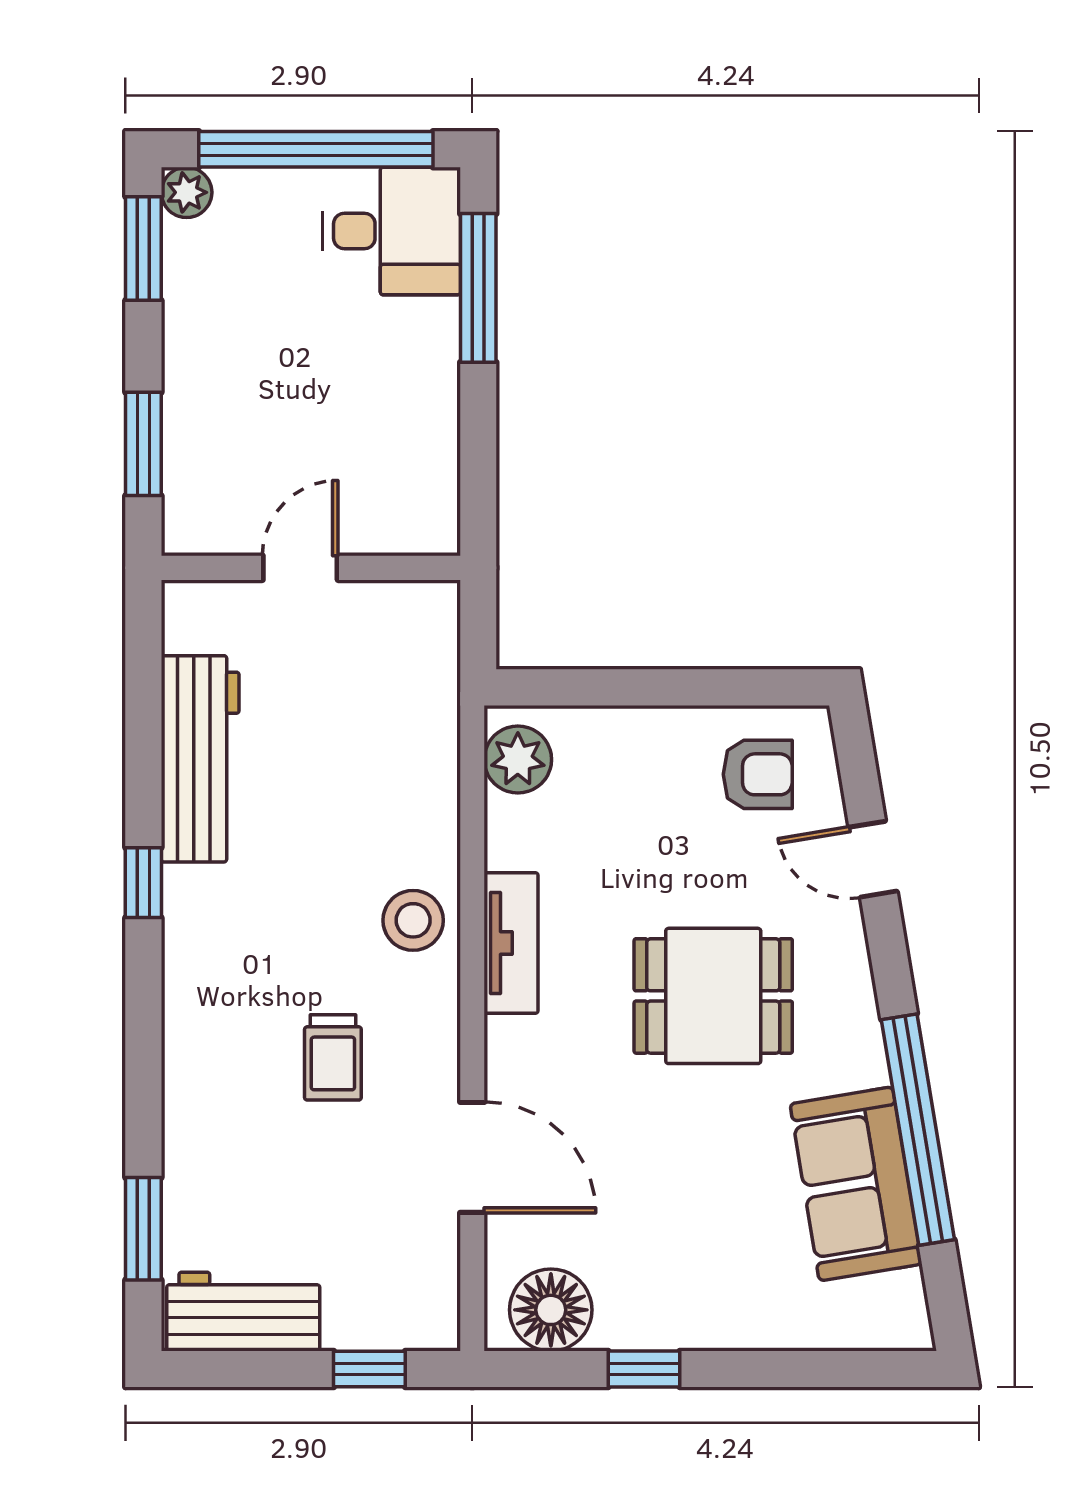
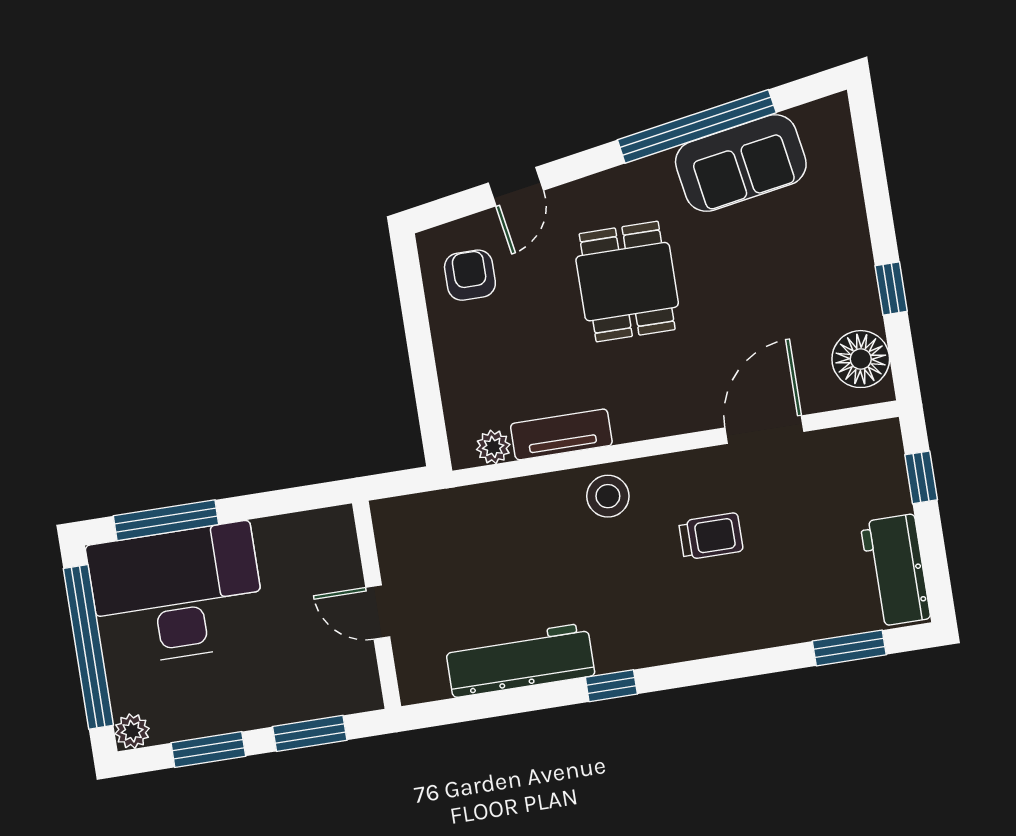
desk: (391, 231) -> (177, 594), width x1.87, depth x1.30
window: (143, 249) -> (208, 749), moved
plant: (518, 760) -> (493, 447), width x0.73, depth x0.73
tv unit: (511, 943) -> (561, 434), moved

